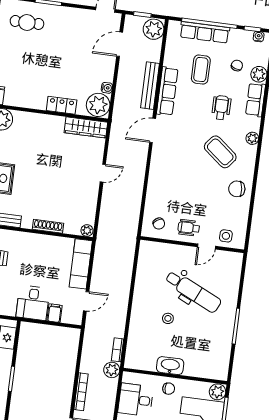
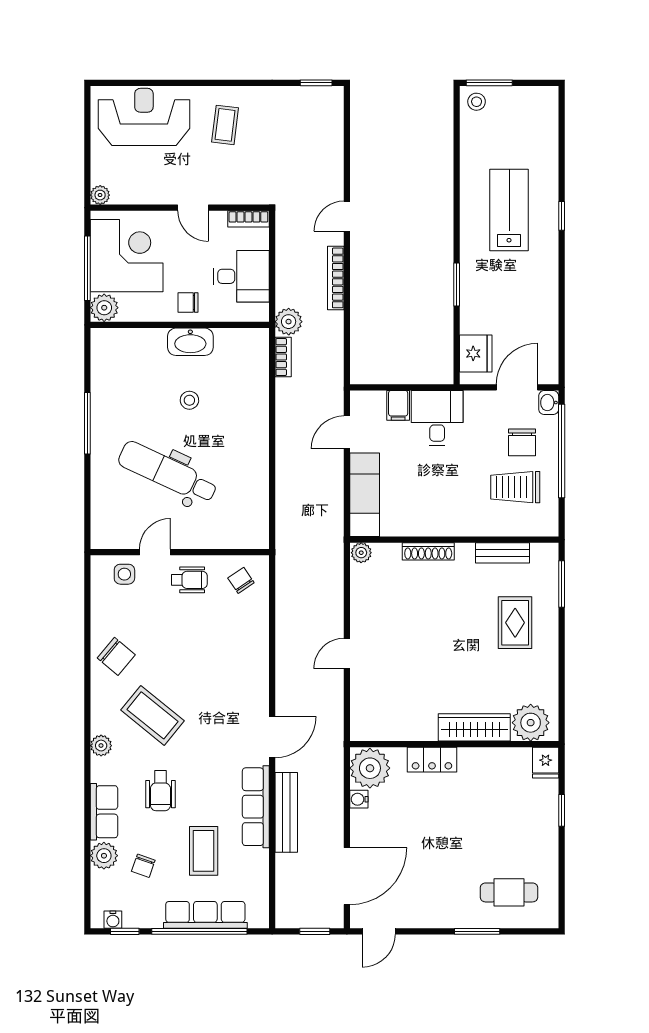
plant: (154, 29) -> (293, 909), removed
door: (120, 44) -> (347, 876), width x1.36
wardrobe: (86, 127) -> (474, 727), moved
chair: (237, 189) -> (116, 656), turned 46
stool: (168, 318) -> (189, 400), moved

